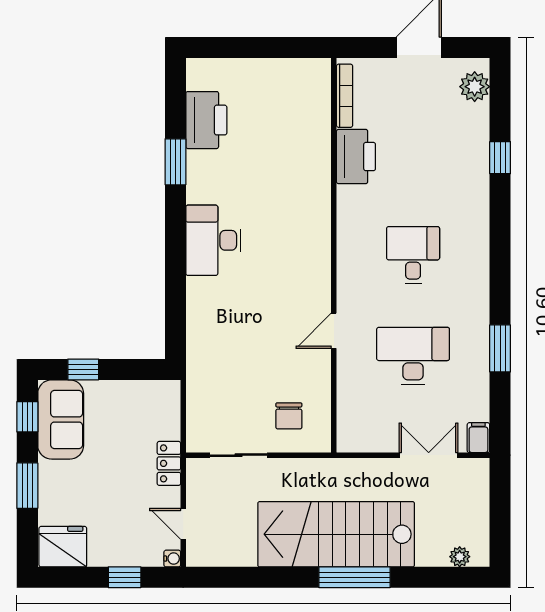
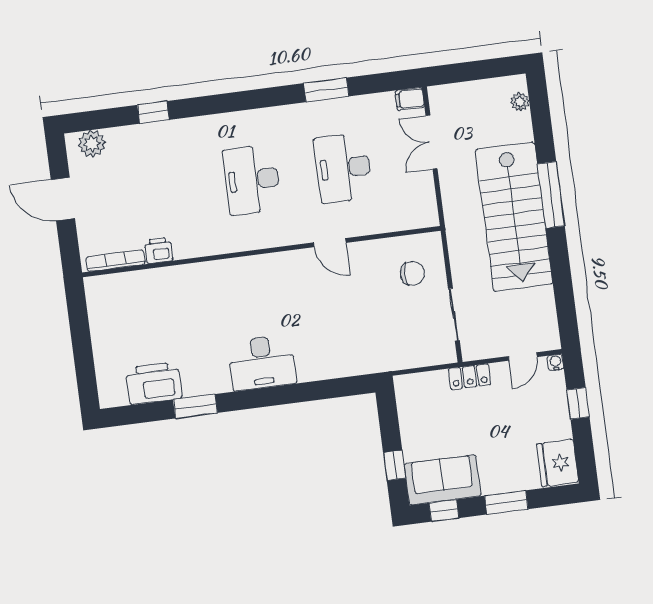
printer: (356, 157) -> (158, 250), width x0.53, depth x0.68
desk: (413, 255) -> (252, 180), width x1.37

